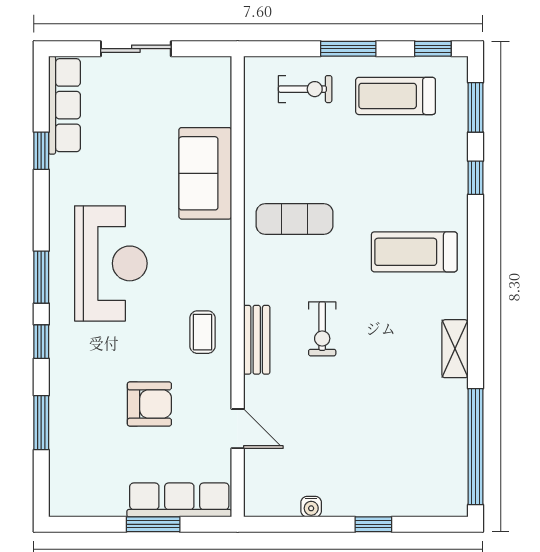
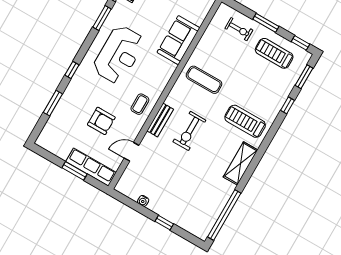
window: (41, 277) -> (102, 18), moved
exercise bike: (322, 329) -> (189, 131), width x1.38, depth x1.39
shelving: (455, 349) -> (241, 163), width x1.50, depth x1.33
door: (238, 429) -> (132, 152), swing flipped

